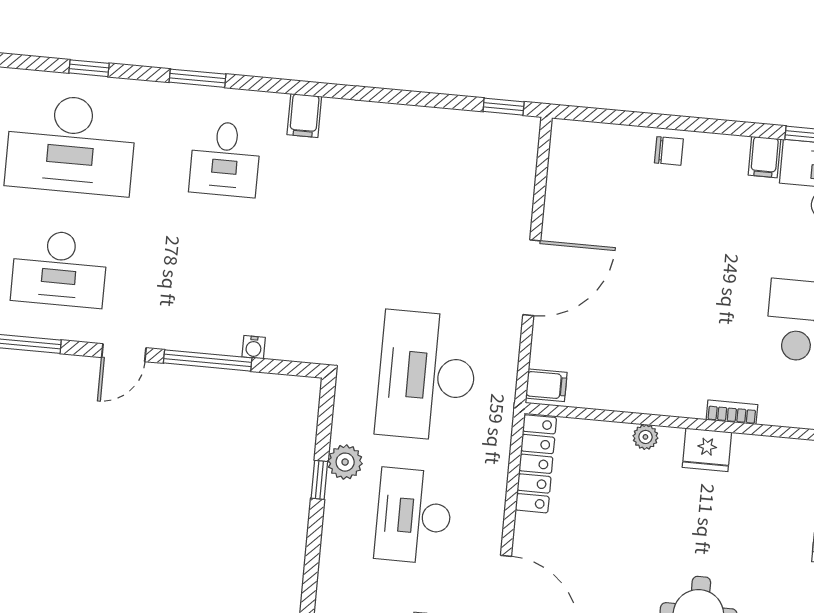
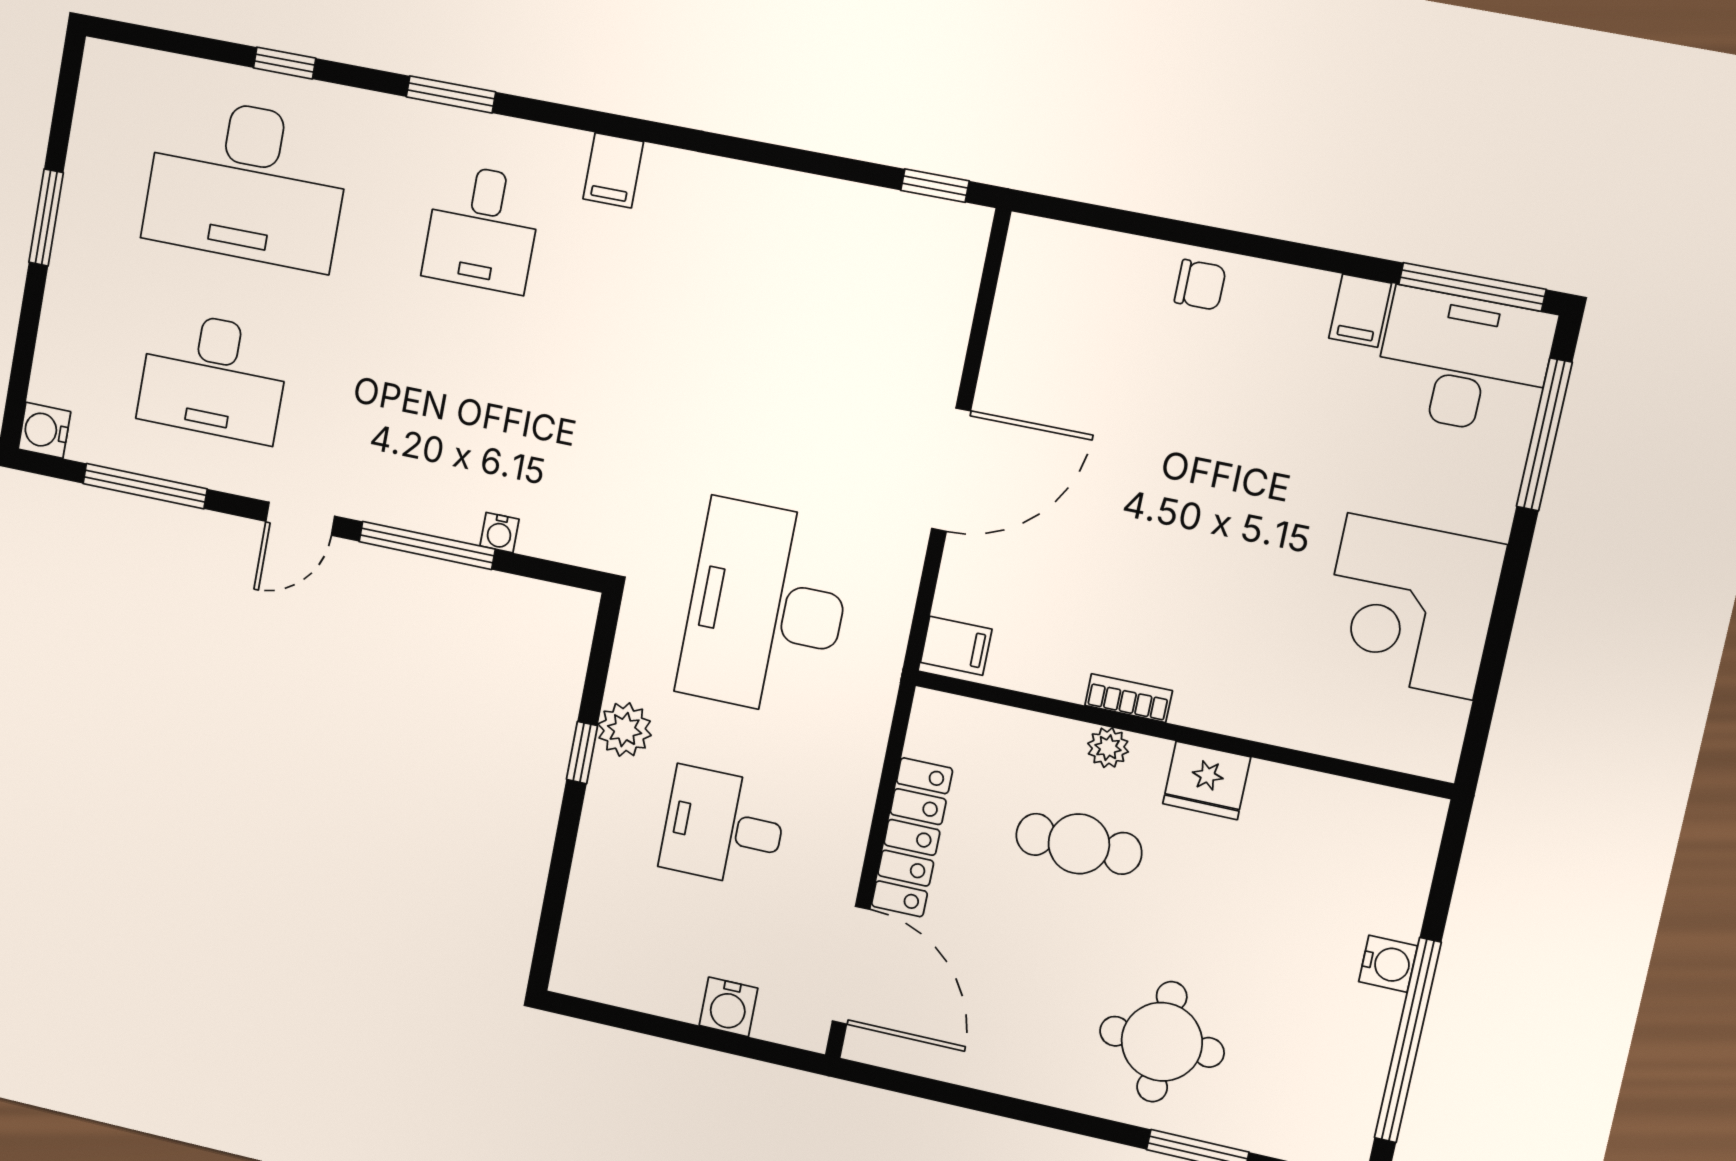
bookcase: (732, 412) -> (1129, 698), moved
locker: (536, 464) -> (912, 837), moved
cafe table: (634, 499) -> (1079, 844), added
desk: (414, 516) -> (723, 827), width x0.73

